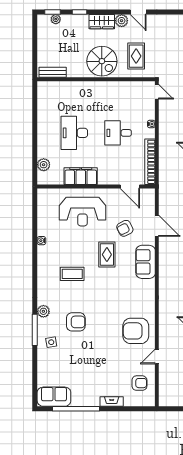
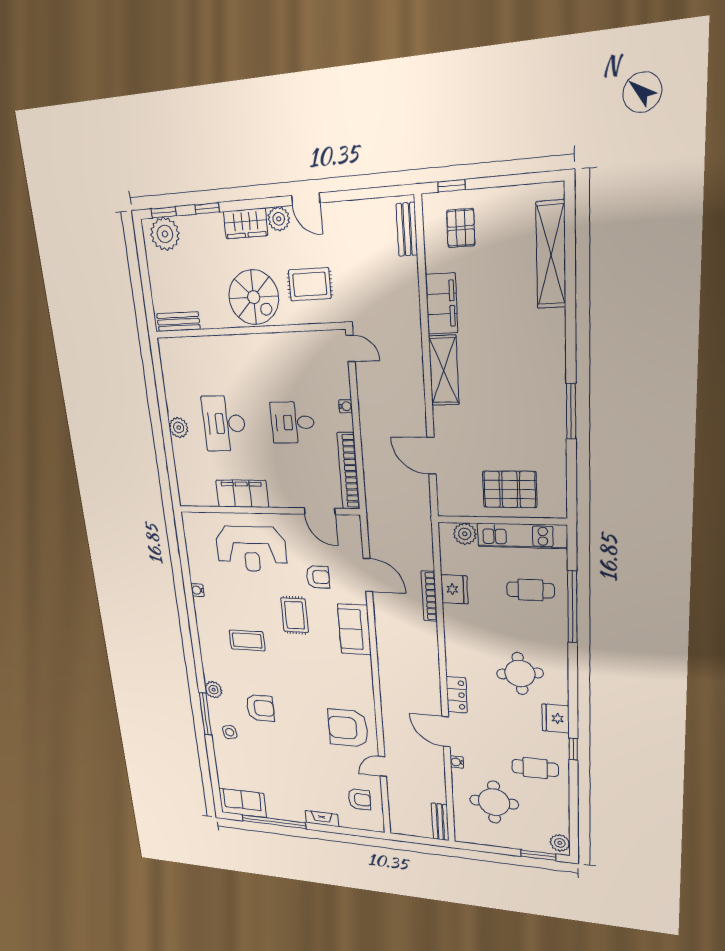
plant: (56, 19) -> (165, 234), width x1.88, depth x1.88
rug: (136, 56) -> (310, 284), turned 90
plant: (44, 165) -> (179, 428), moved
armchair: (125, 228) -> (318, 577), turned -153

